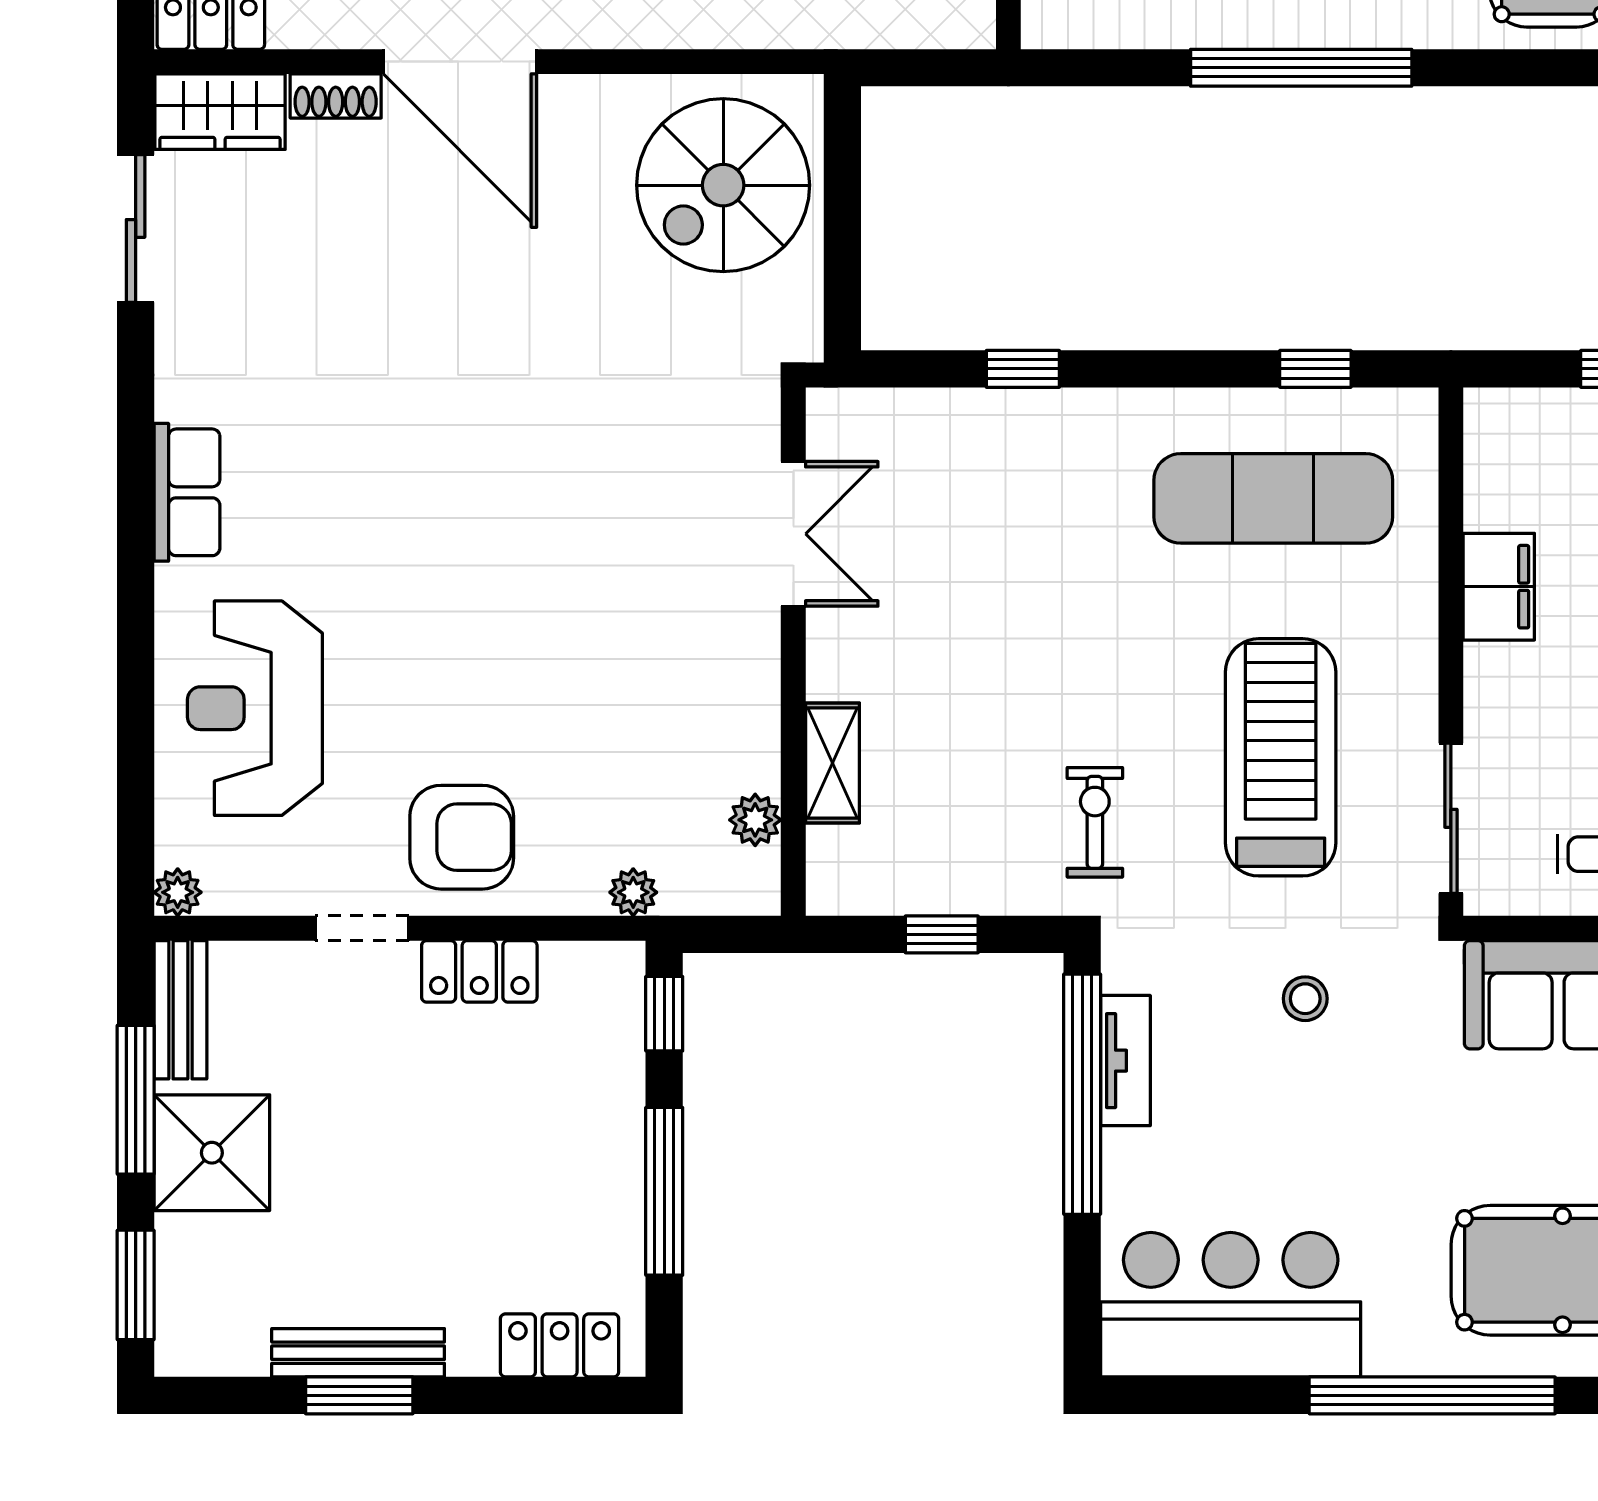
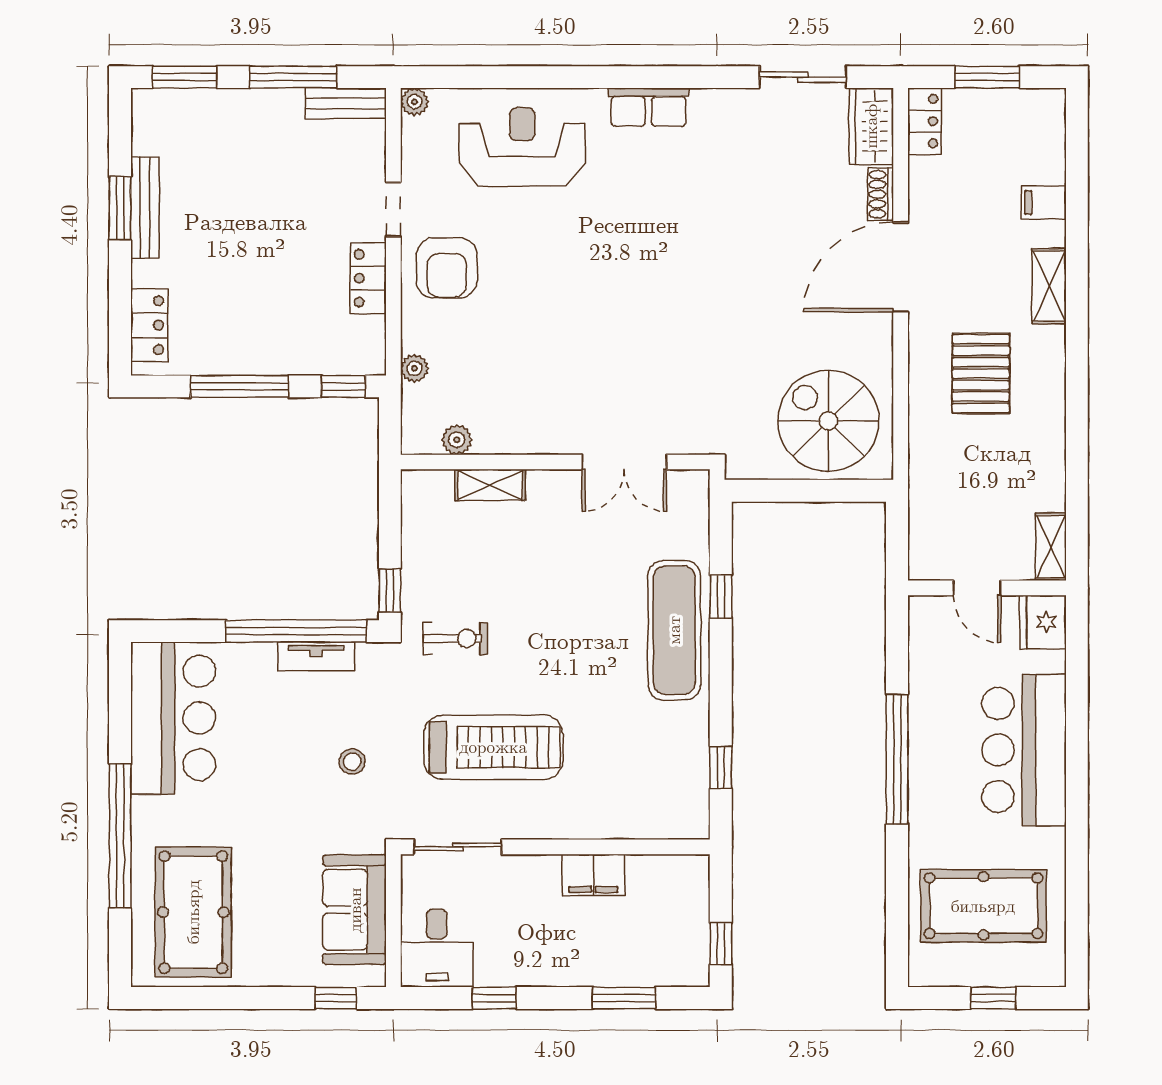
exercise mat: (1273, 498) -> (674, 630), moved
window: (942, 934) -> (390, 590), moved
shower: (212, 1153) -> (262, 122), removed

